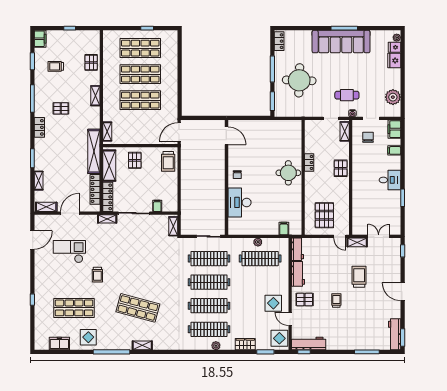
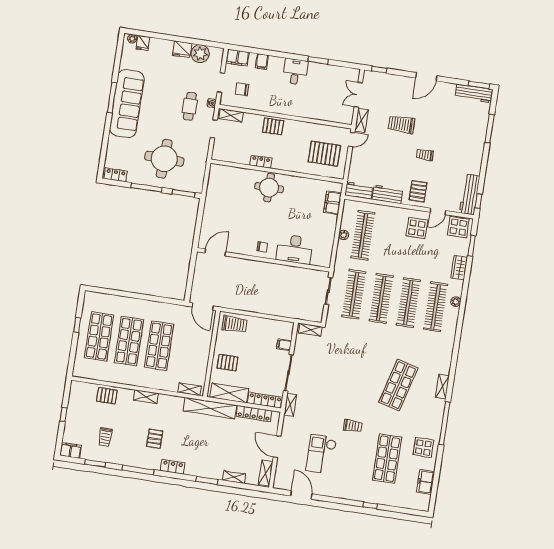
fridge: (394, 61) -> (182, 49), moved
filing cabinet: (284, 229) -> (333, 203), width x2.00

